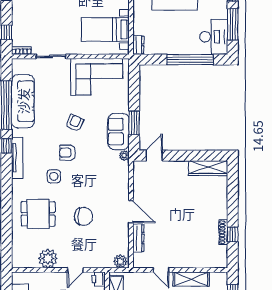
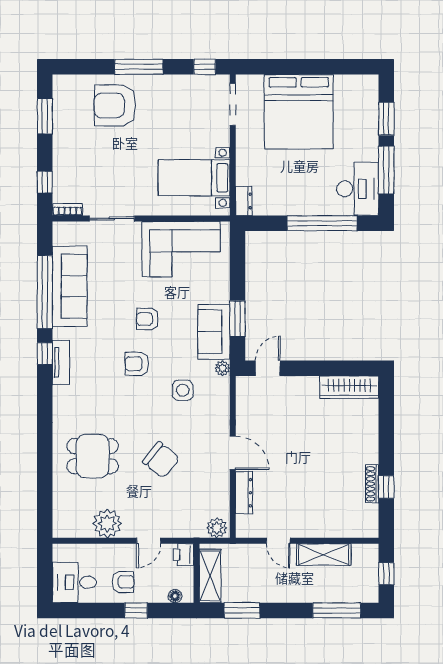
armchair: (75, 123) -> (147, 319), turned -114
tv unit: (17, 158) -> (61, 362), width x0.71
side table: (54, 176) -> (183, 390), moved
chair: (83, 216) -> (161, 460), turned 39

